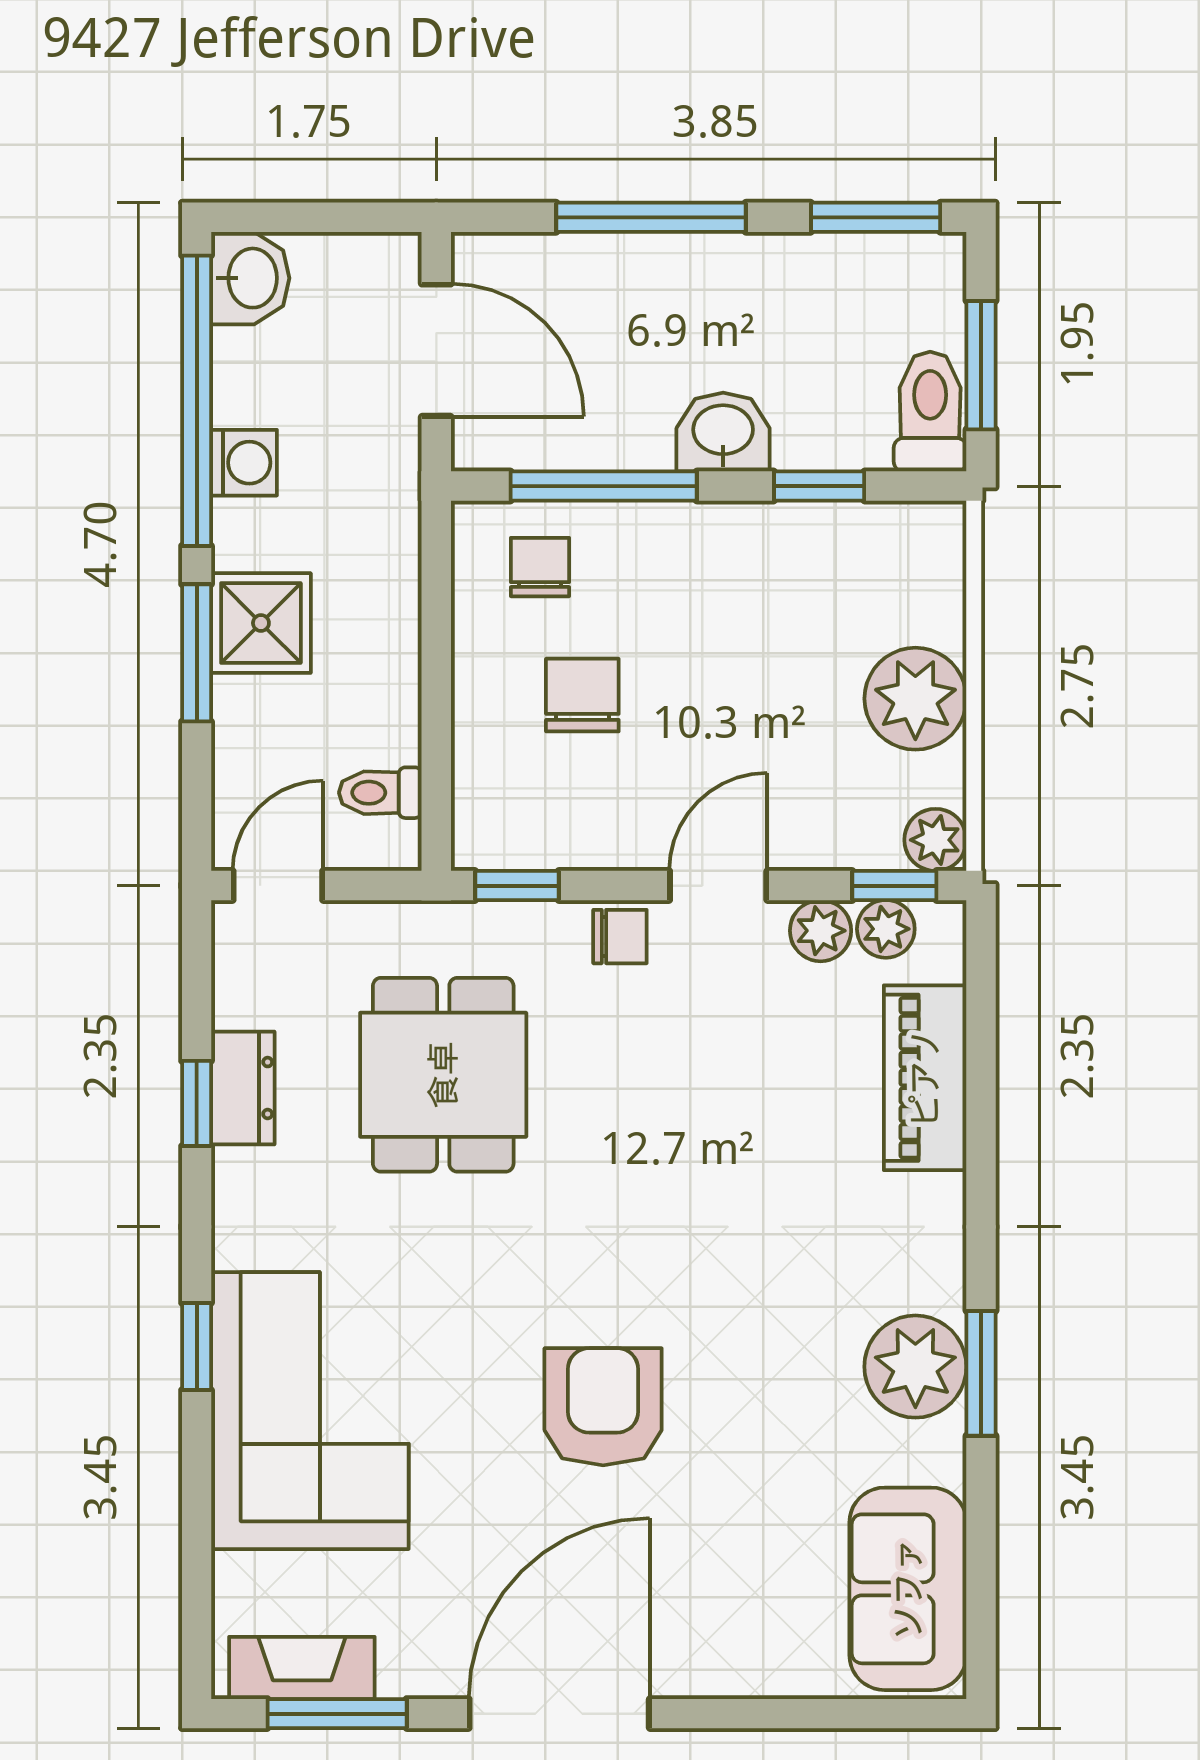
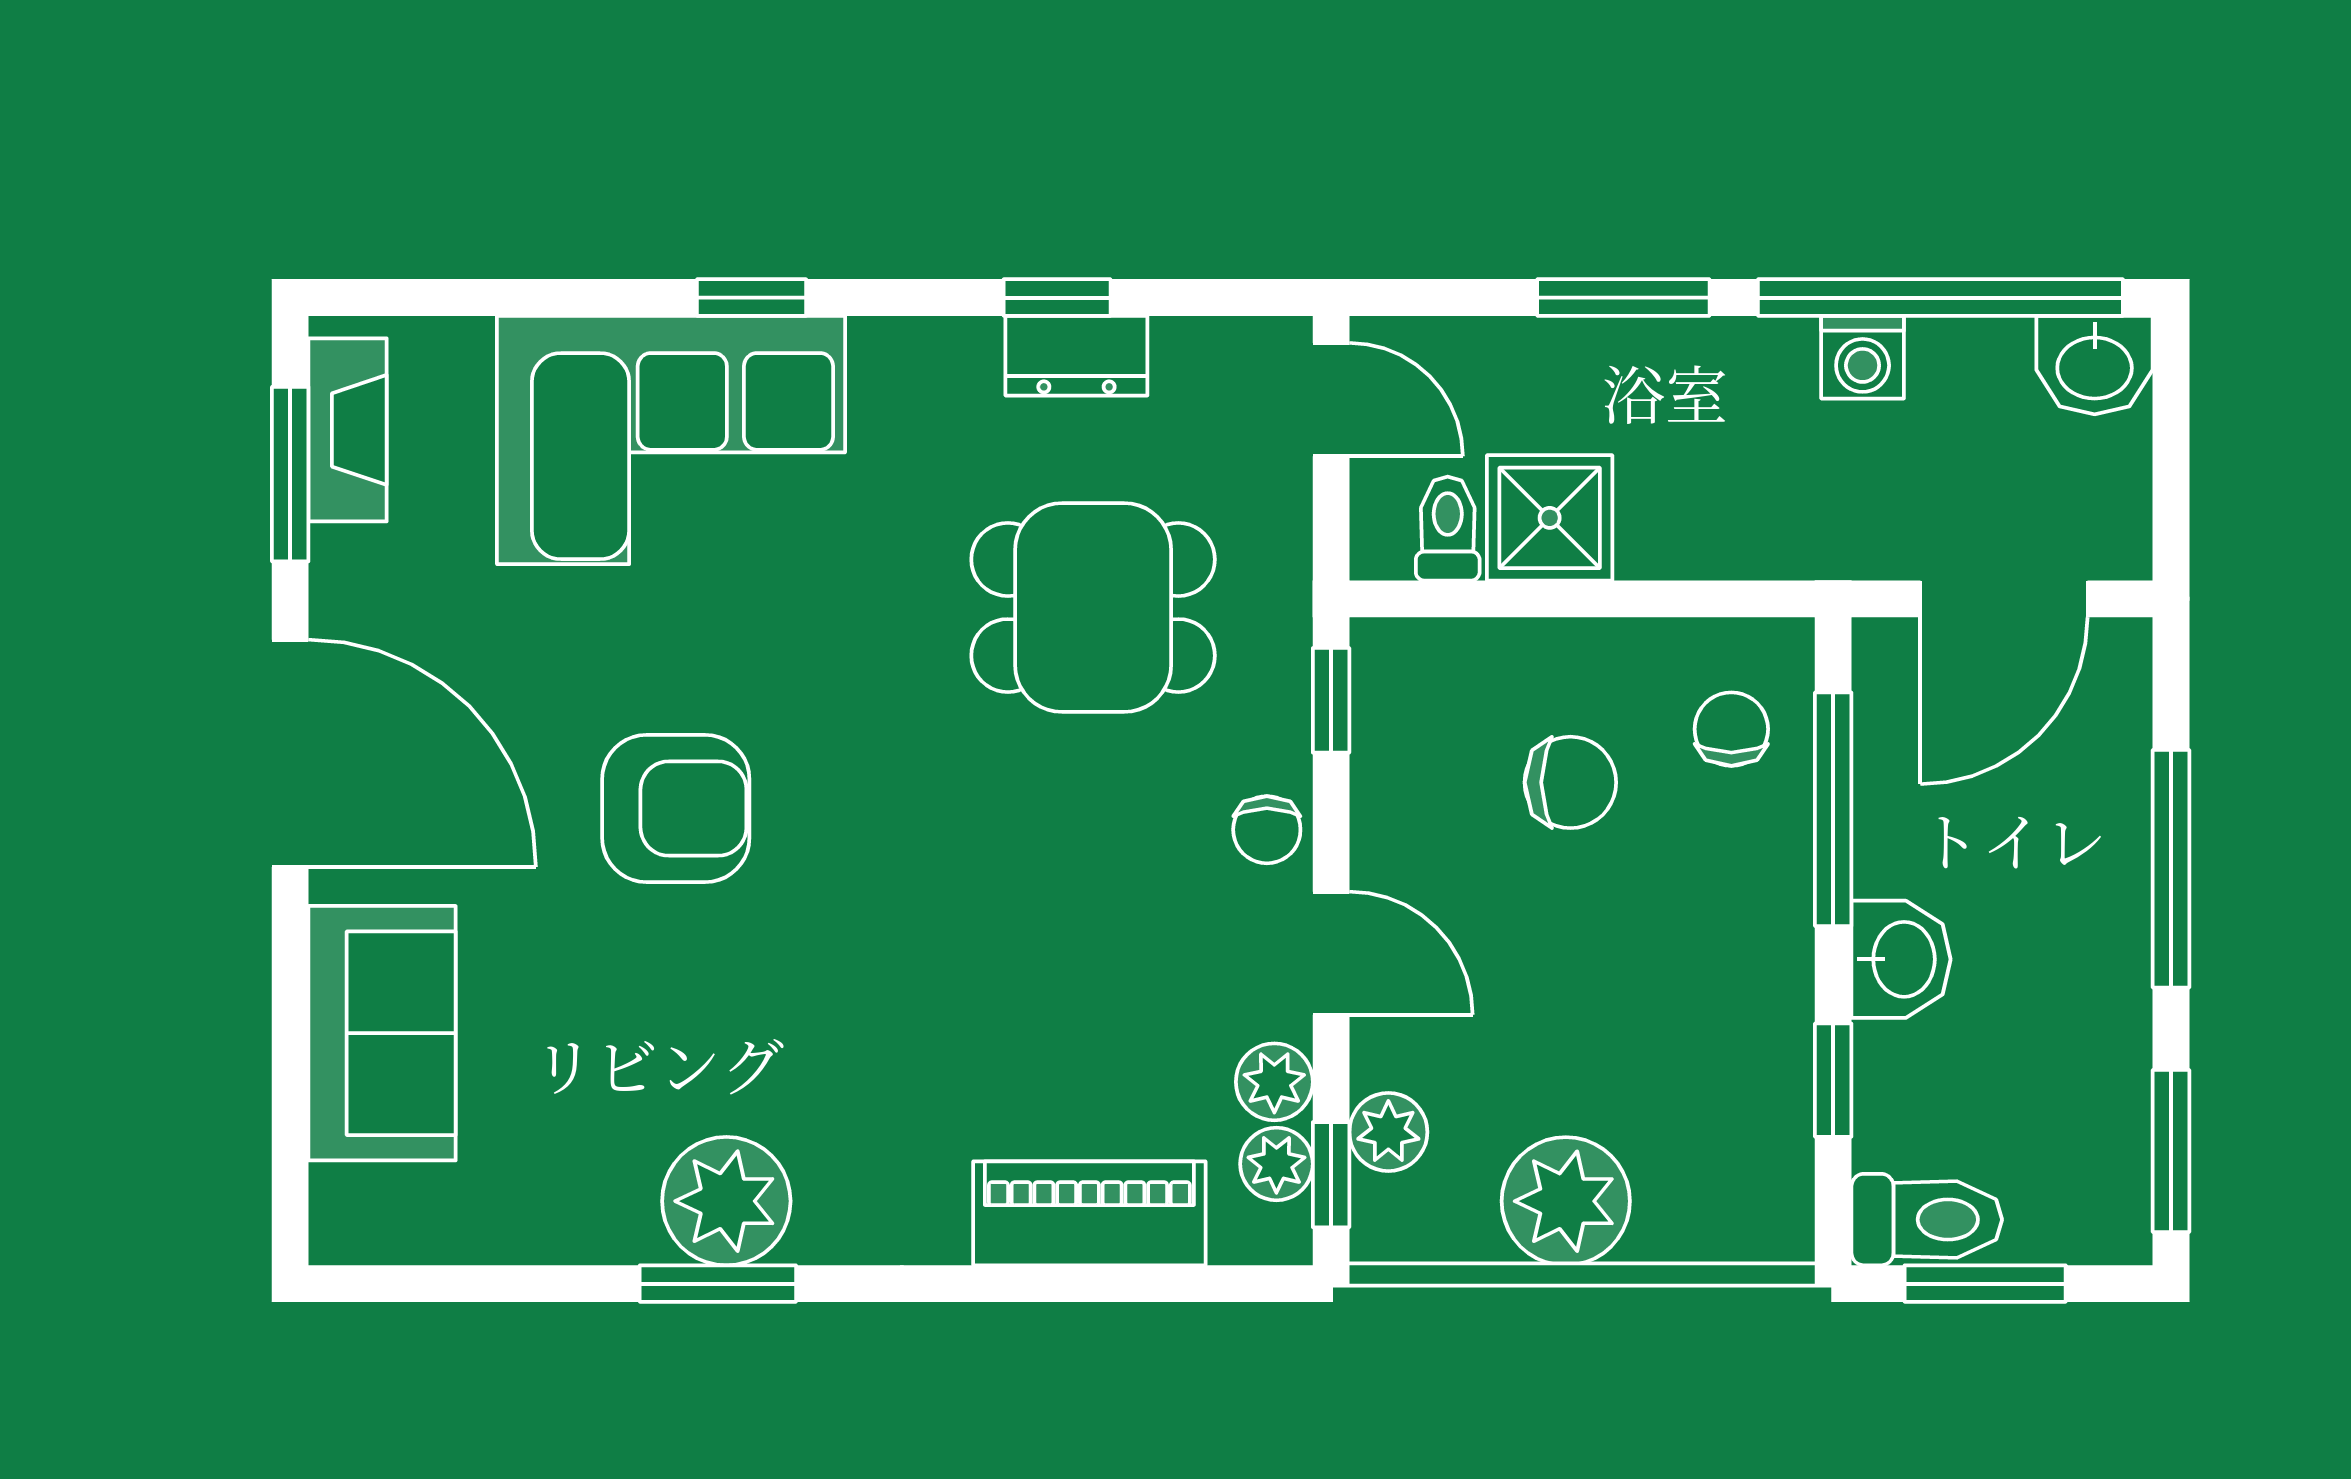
chair: (540, 567) -> (1731, 729), turned -90
shower: (261, 623) -> (1550, 518), moved
plant: (935, 840) -> (1388, 1132), moved
sofa: (908, 1589) -> (382, 1033), moved, turned 90

